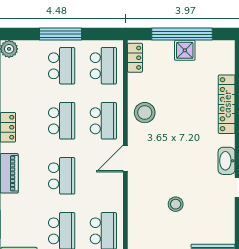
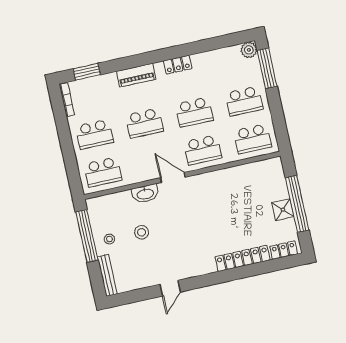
window: (60, 34) -> (267, 68), moved
locker: (135, 58) -> (284, 250), moved, turned 180
stool: (145, 113) -> (109, 239), moved, width x0.53, depth x0.53
washbasin: (227, 161) -> (145, 194), moved, turned 180

